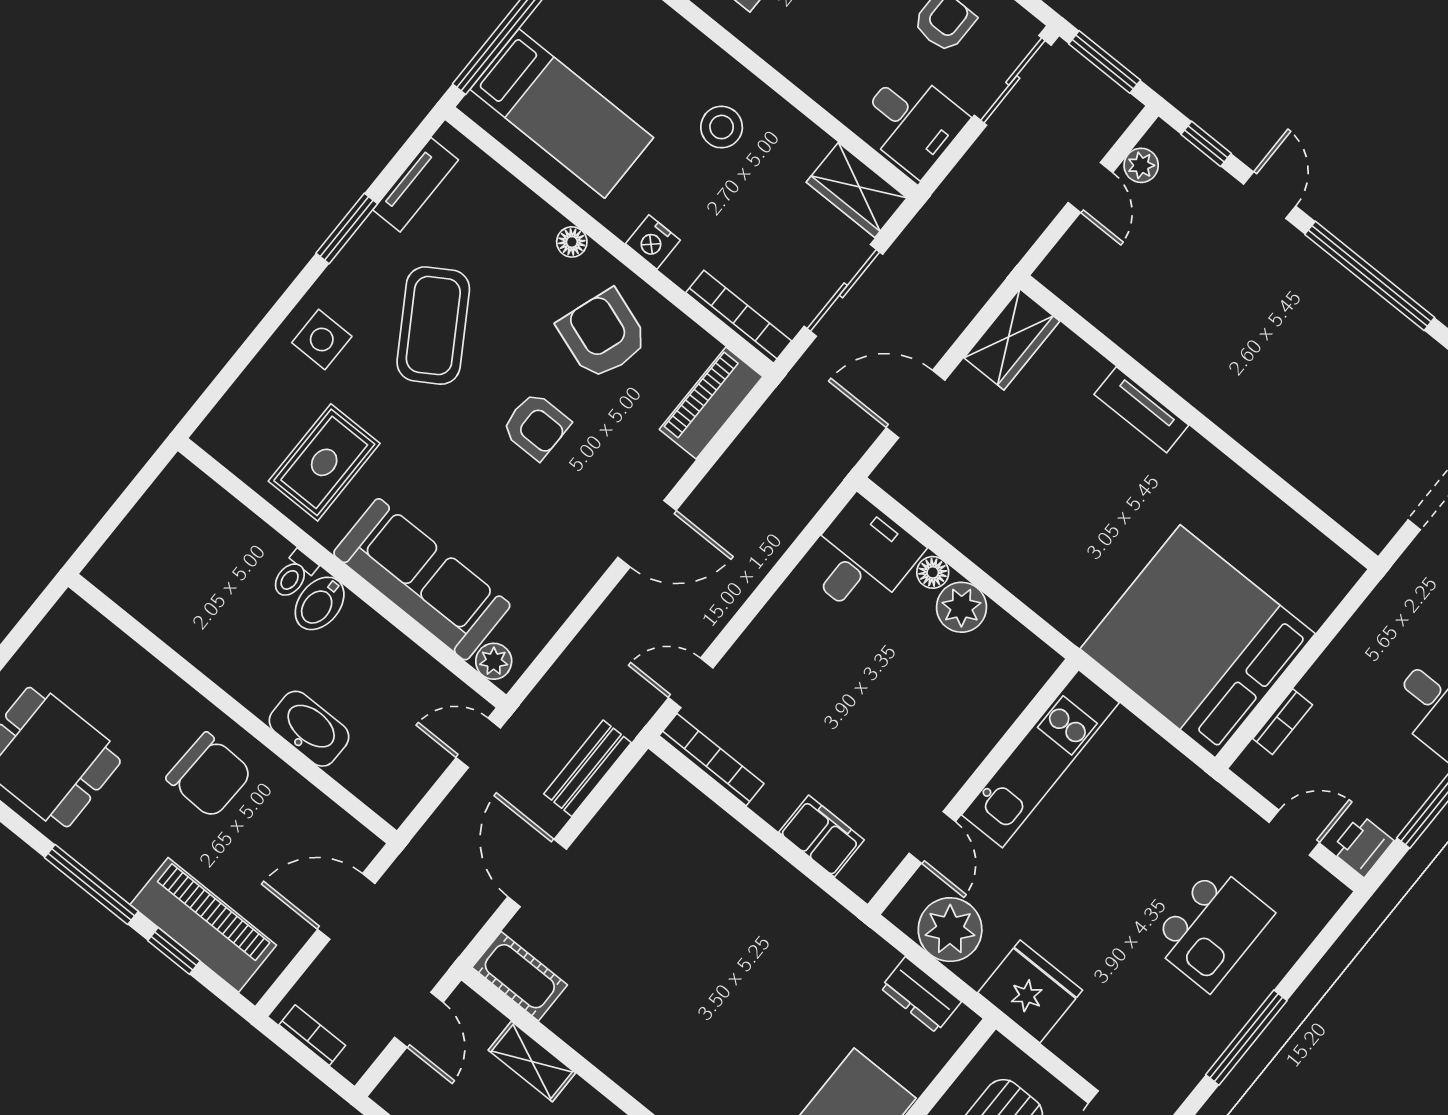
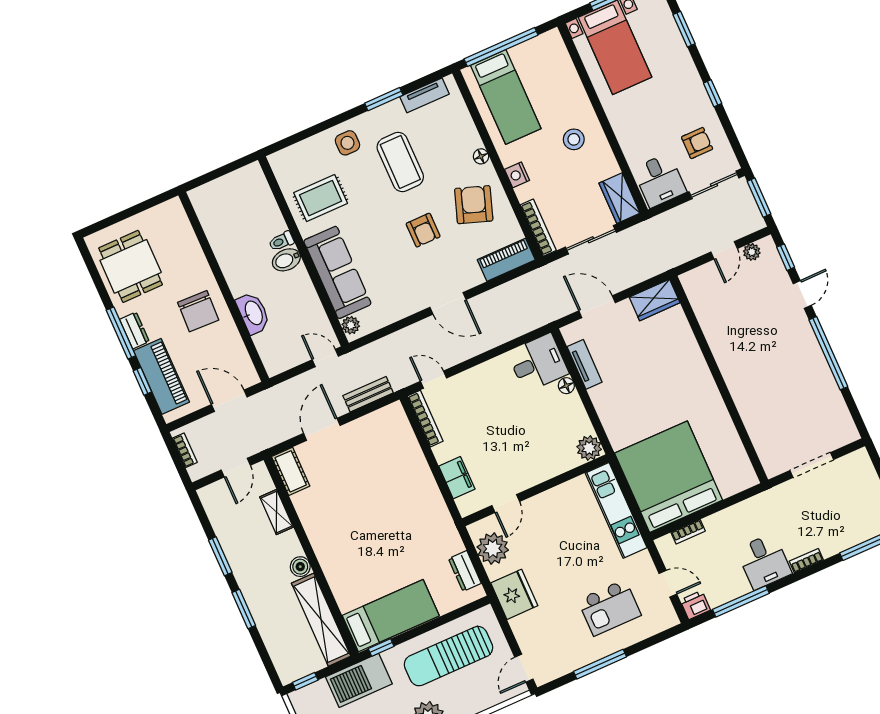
coffee table: (433, 326) -> (400, 162), turned -58
tv unit: (1141, 410) -> (585, 364), moved, turned 180
plant: (961, 607) -> (589, 448), moved
kitchen unit: (1040, 759) -> (616, 510), moved, turned 90
dresser: (113, 868) -> (134, 330), added

